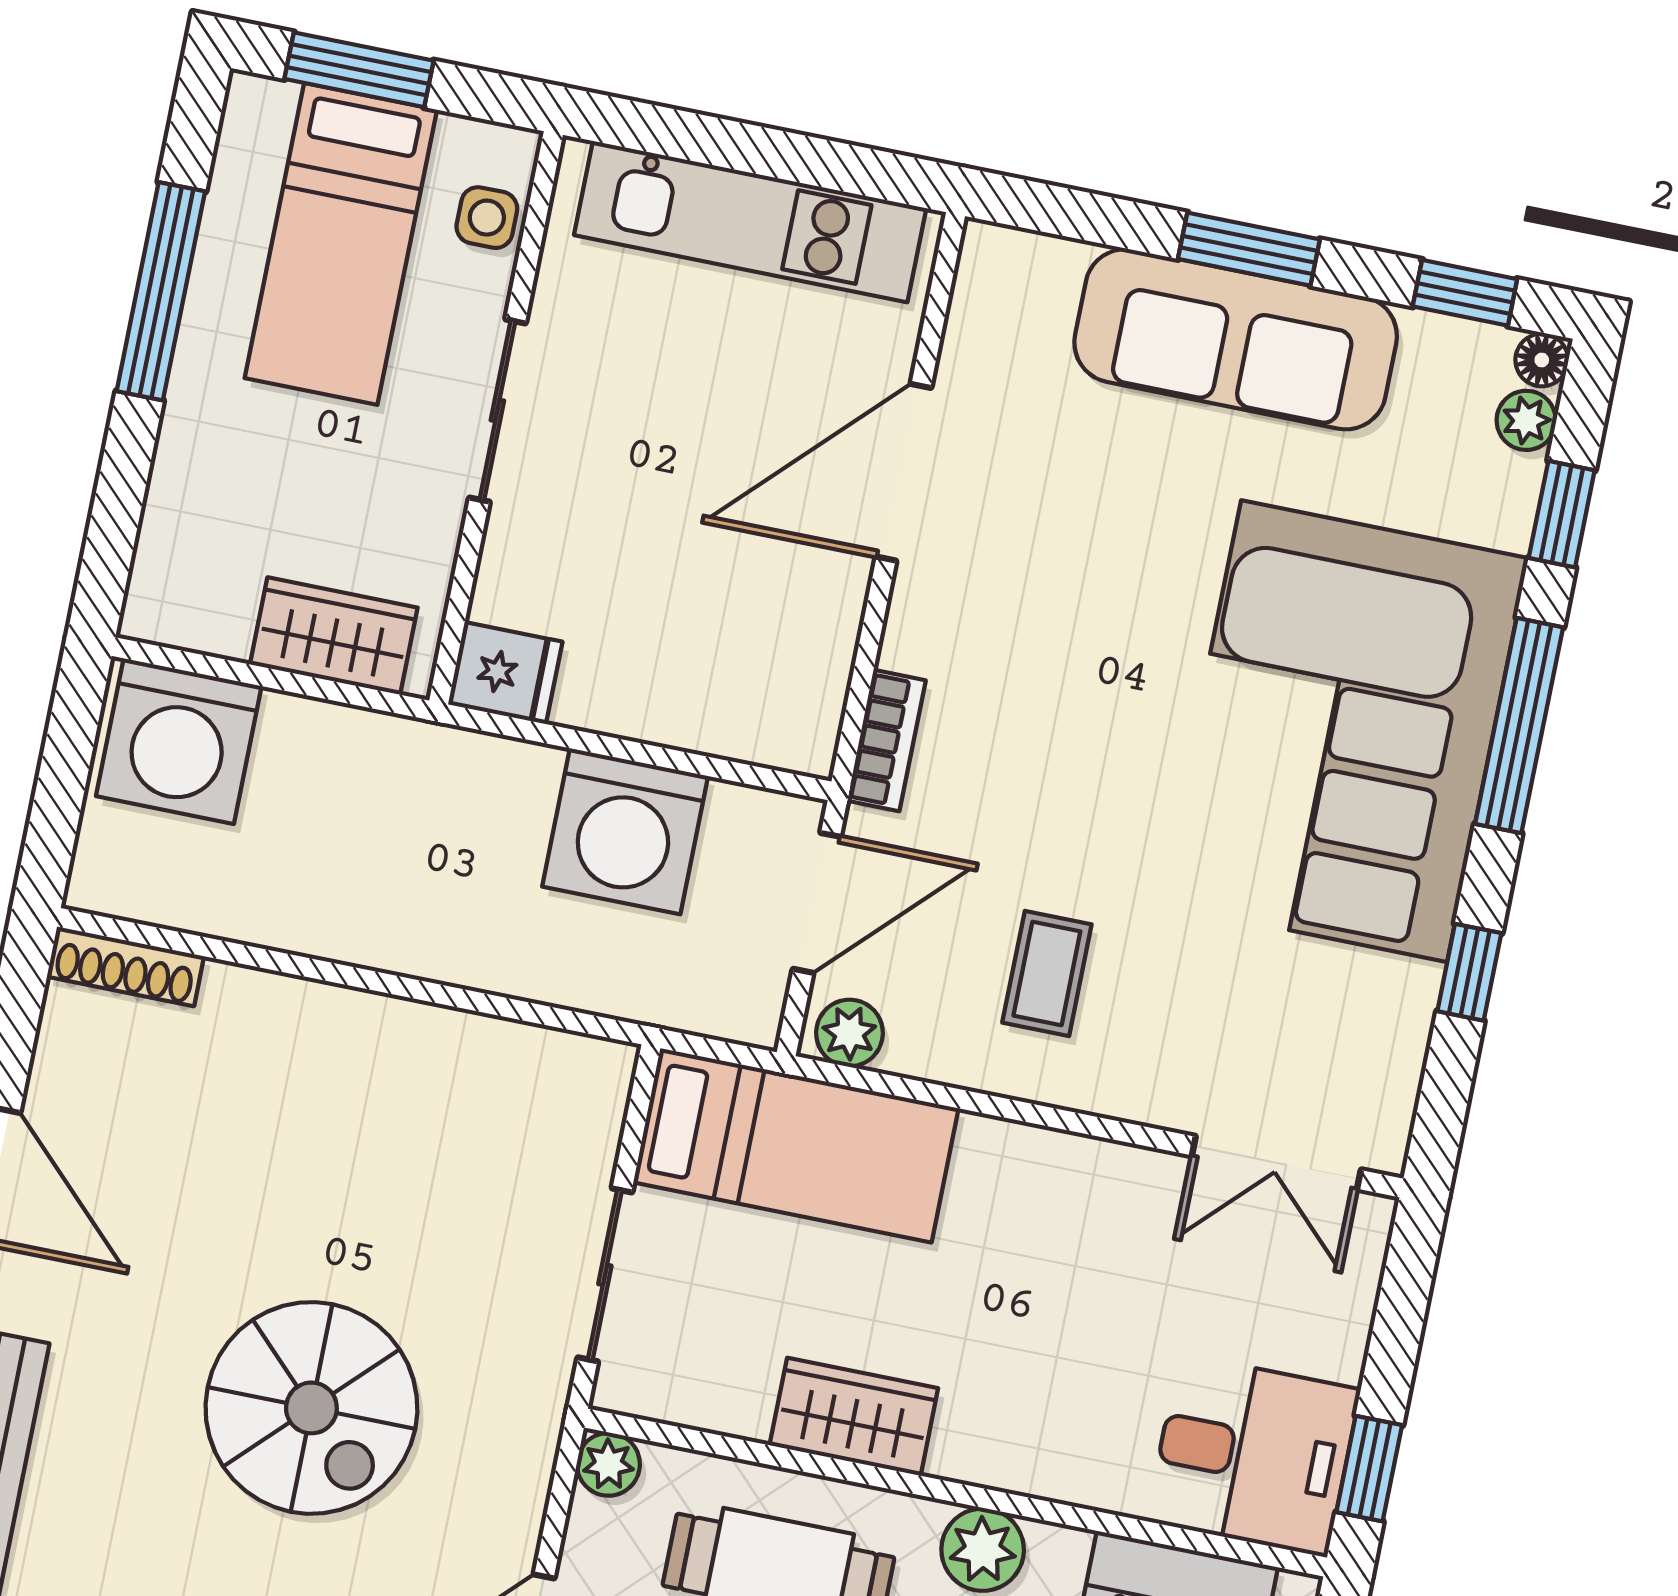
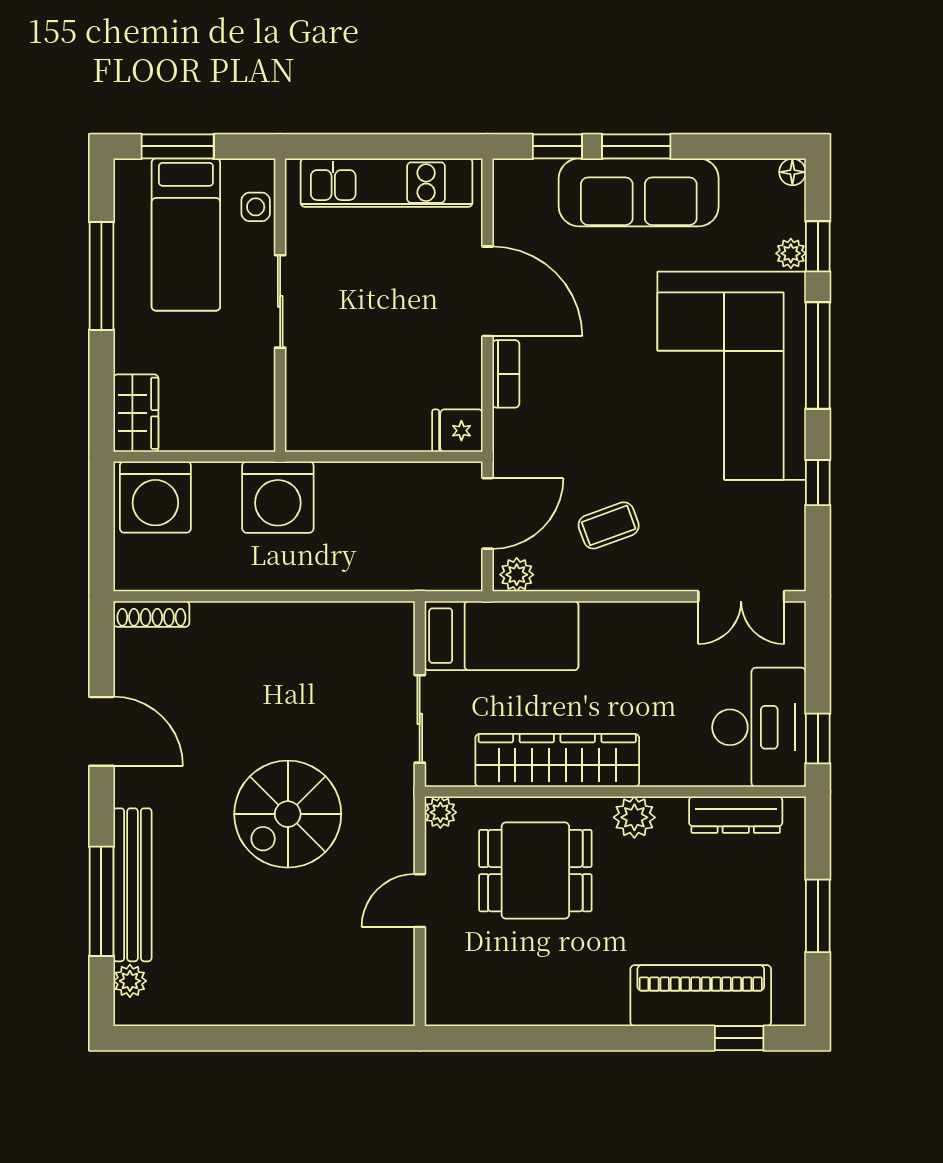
window: (1465, 293) -> (557, 146), moved
plant: (1526, 420) -> (791, 253), moved
door: (904, 472) -> (488, 291), swing flipped
wardrobe: (334, 636) -> (136, 413), moved, turned 90
fridge: (505, 673) -> (457, 431), moved, turned 180
bookcase: (886, 740) -> (506, 374), moved
washing machine: (625, 831) -> (278, 497), moved
coffee table: (1047, 973) -> (609, 525), turned 70
spiral stairs: (311, 1408) -> (288, 814), turned 90
wardrobe: (854, 1417) -> (557, 760), width x2.10, depth x1.17
desk: (1253, 1455) -> (759, 727), width x1.37

